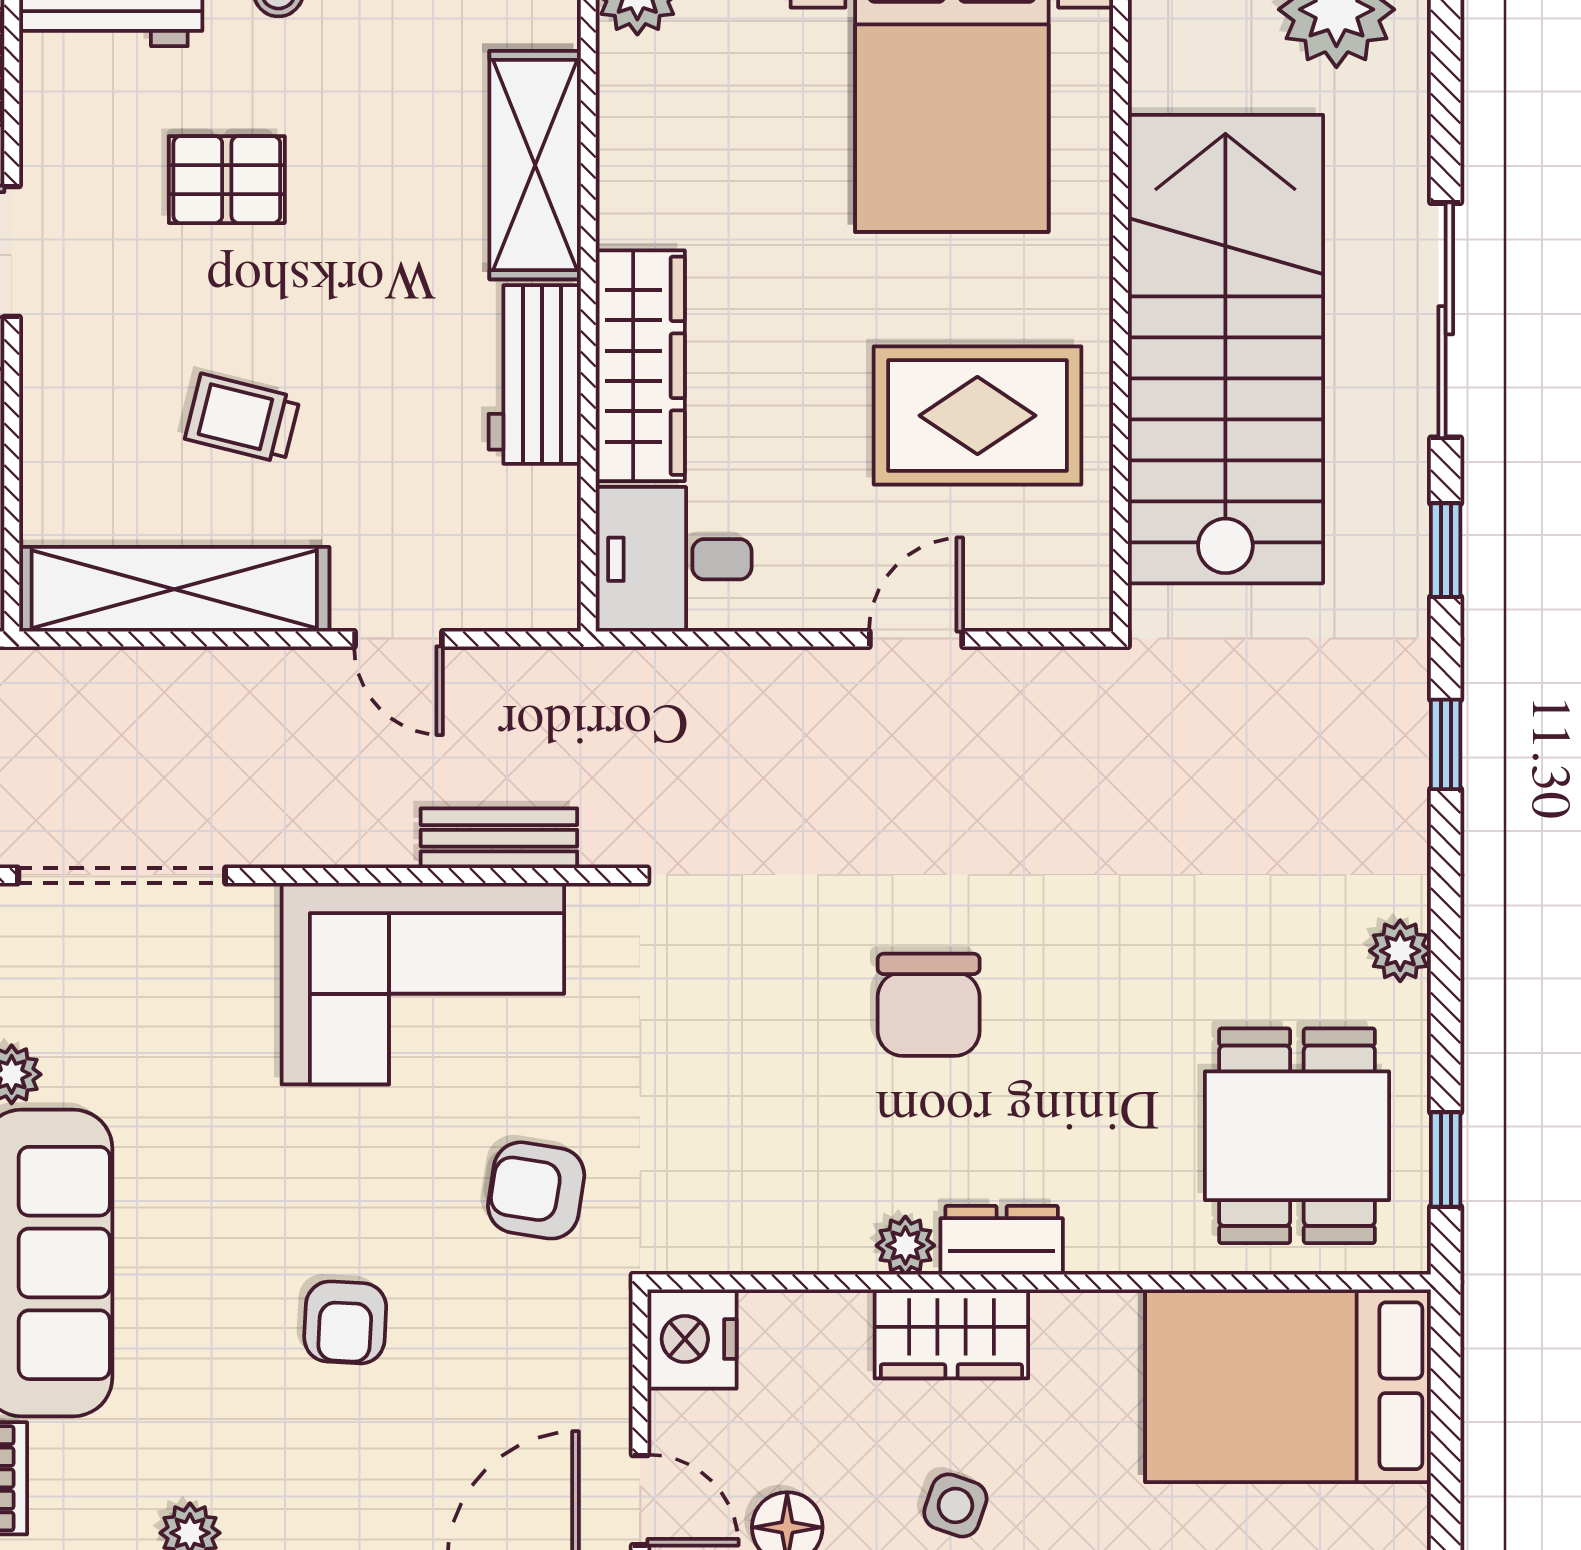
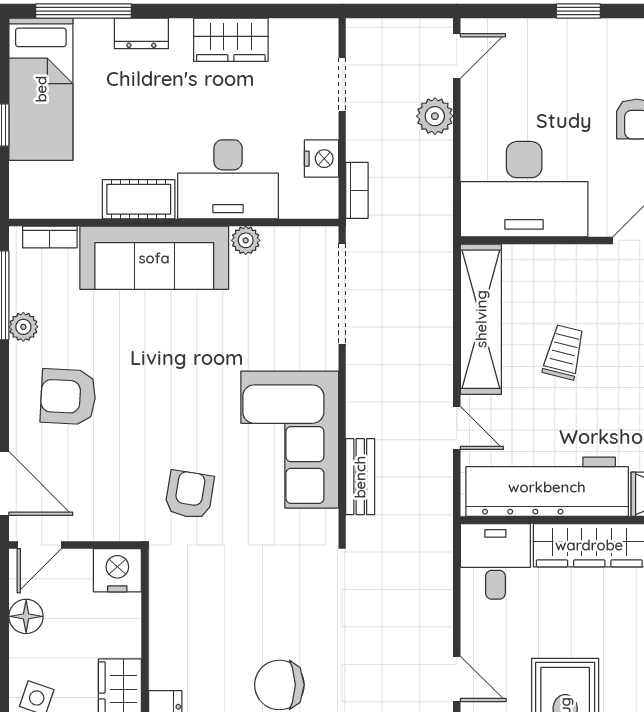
workbench: (535, 375) -> (547, 487), width x1.88, depth x1.32
door: (399, 639) -> (457, 428), swing flipped
plant: (905, 1245) -> (163, 674), removed
armchair: (345, 1322) -> (68, 397), moved, width x1.38, depth x1.38

